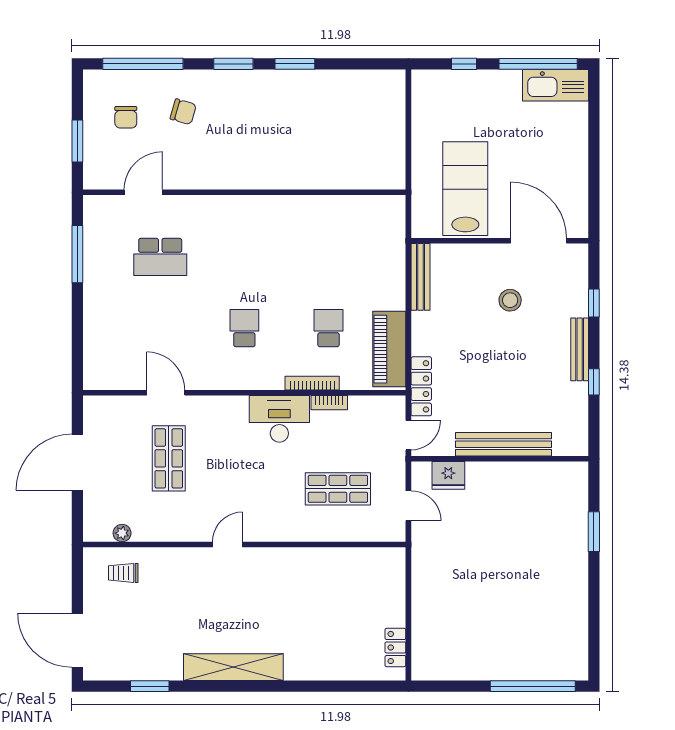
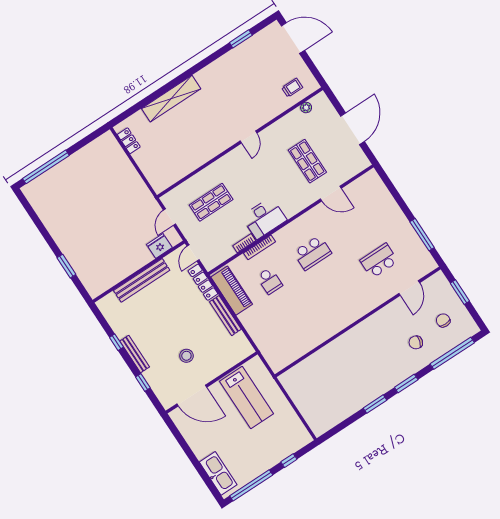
kitchen sink: (555, 85) -> (218, 473), moved, turned 90
bench: (420, 277) -> (225, 316), moved
school desk: (244, 328) -> (312, 253), width x1.85
door: (408, 506) -> (170, 217), hinge flipped
shelving: (233, 667) -> (171, 99), moved

